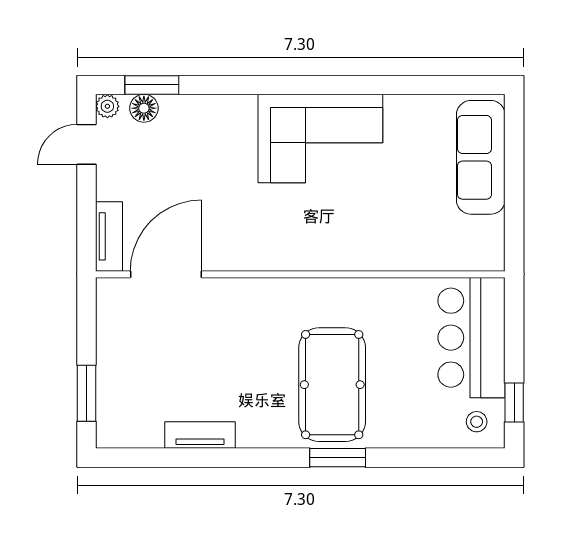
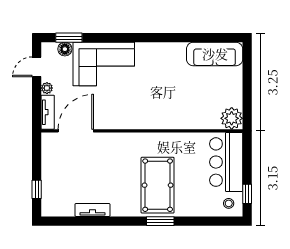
plant: (107, 106) -> (47, 88), moved
corner sofa: (320, 139) -> (104, 64), moved
sofa: (481, 157) -> (215, 54), moved, turned -90
plant: (483, 249) -> (232, 118), added
window: (86, 393) -> (37, 189), width x0.67

